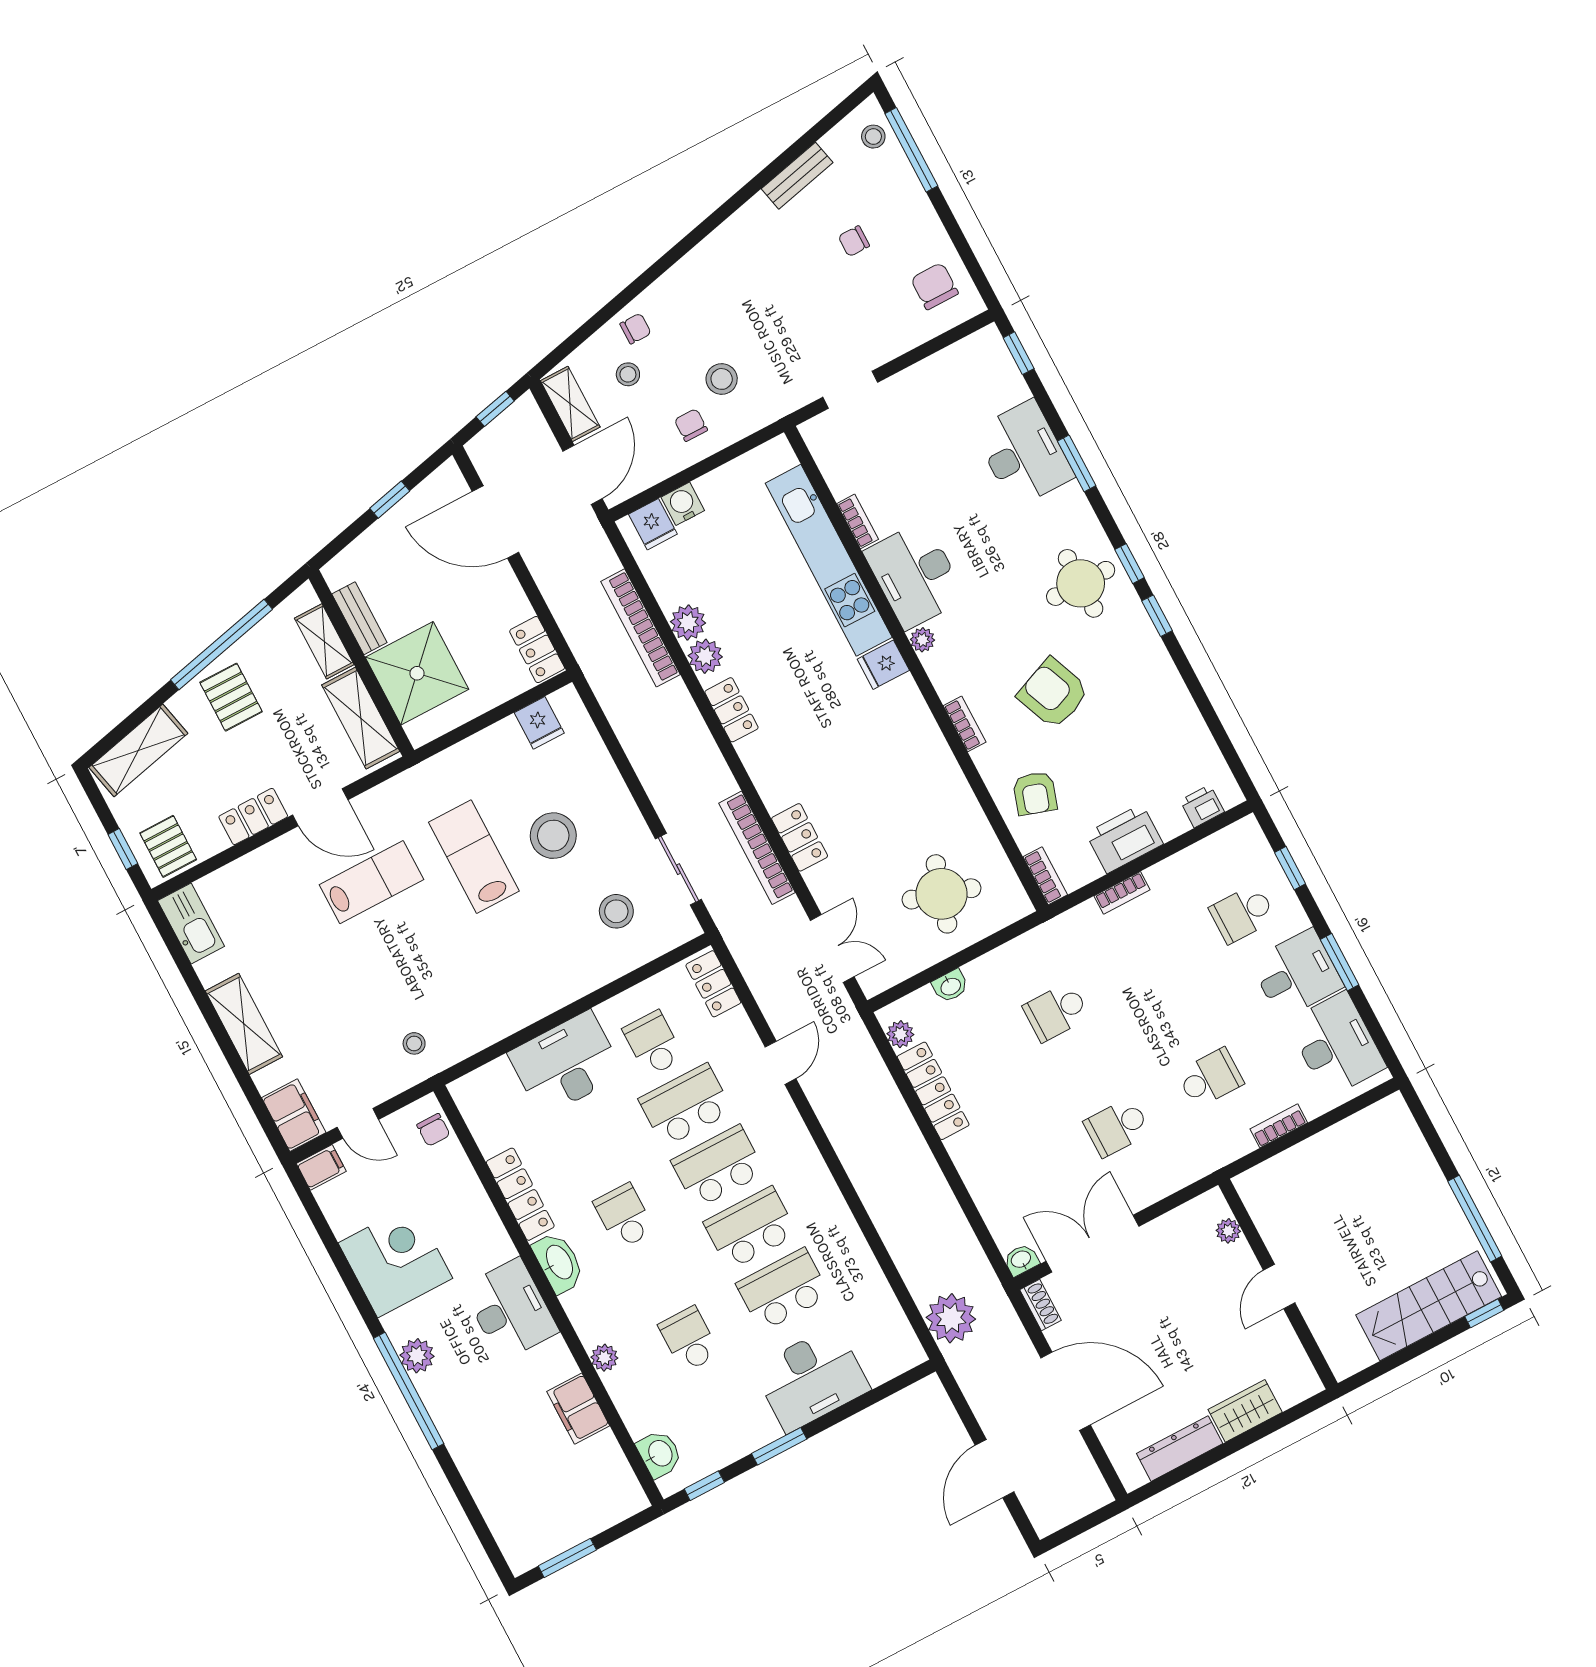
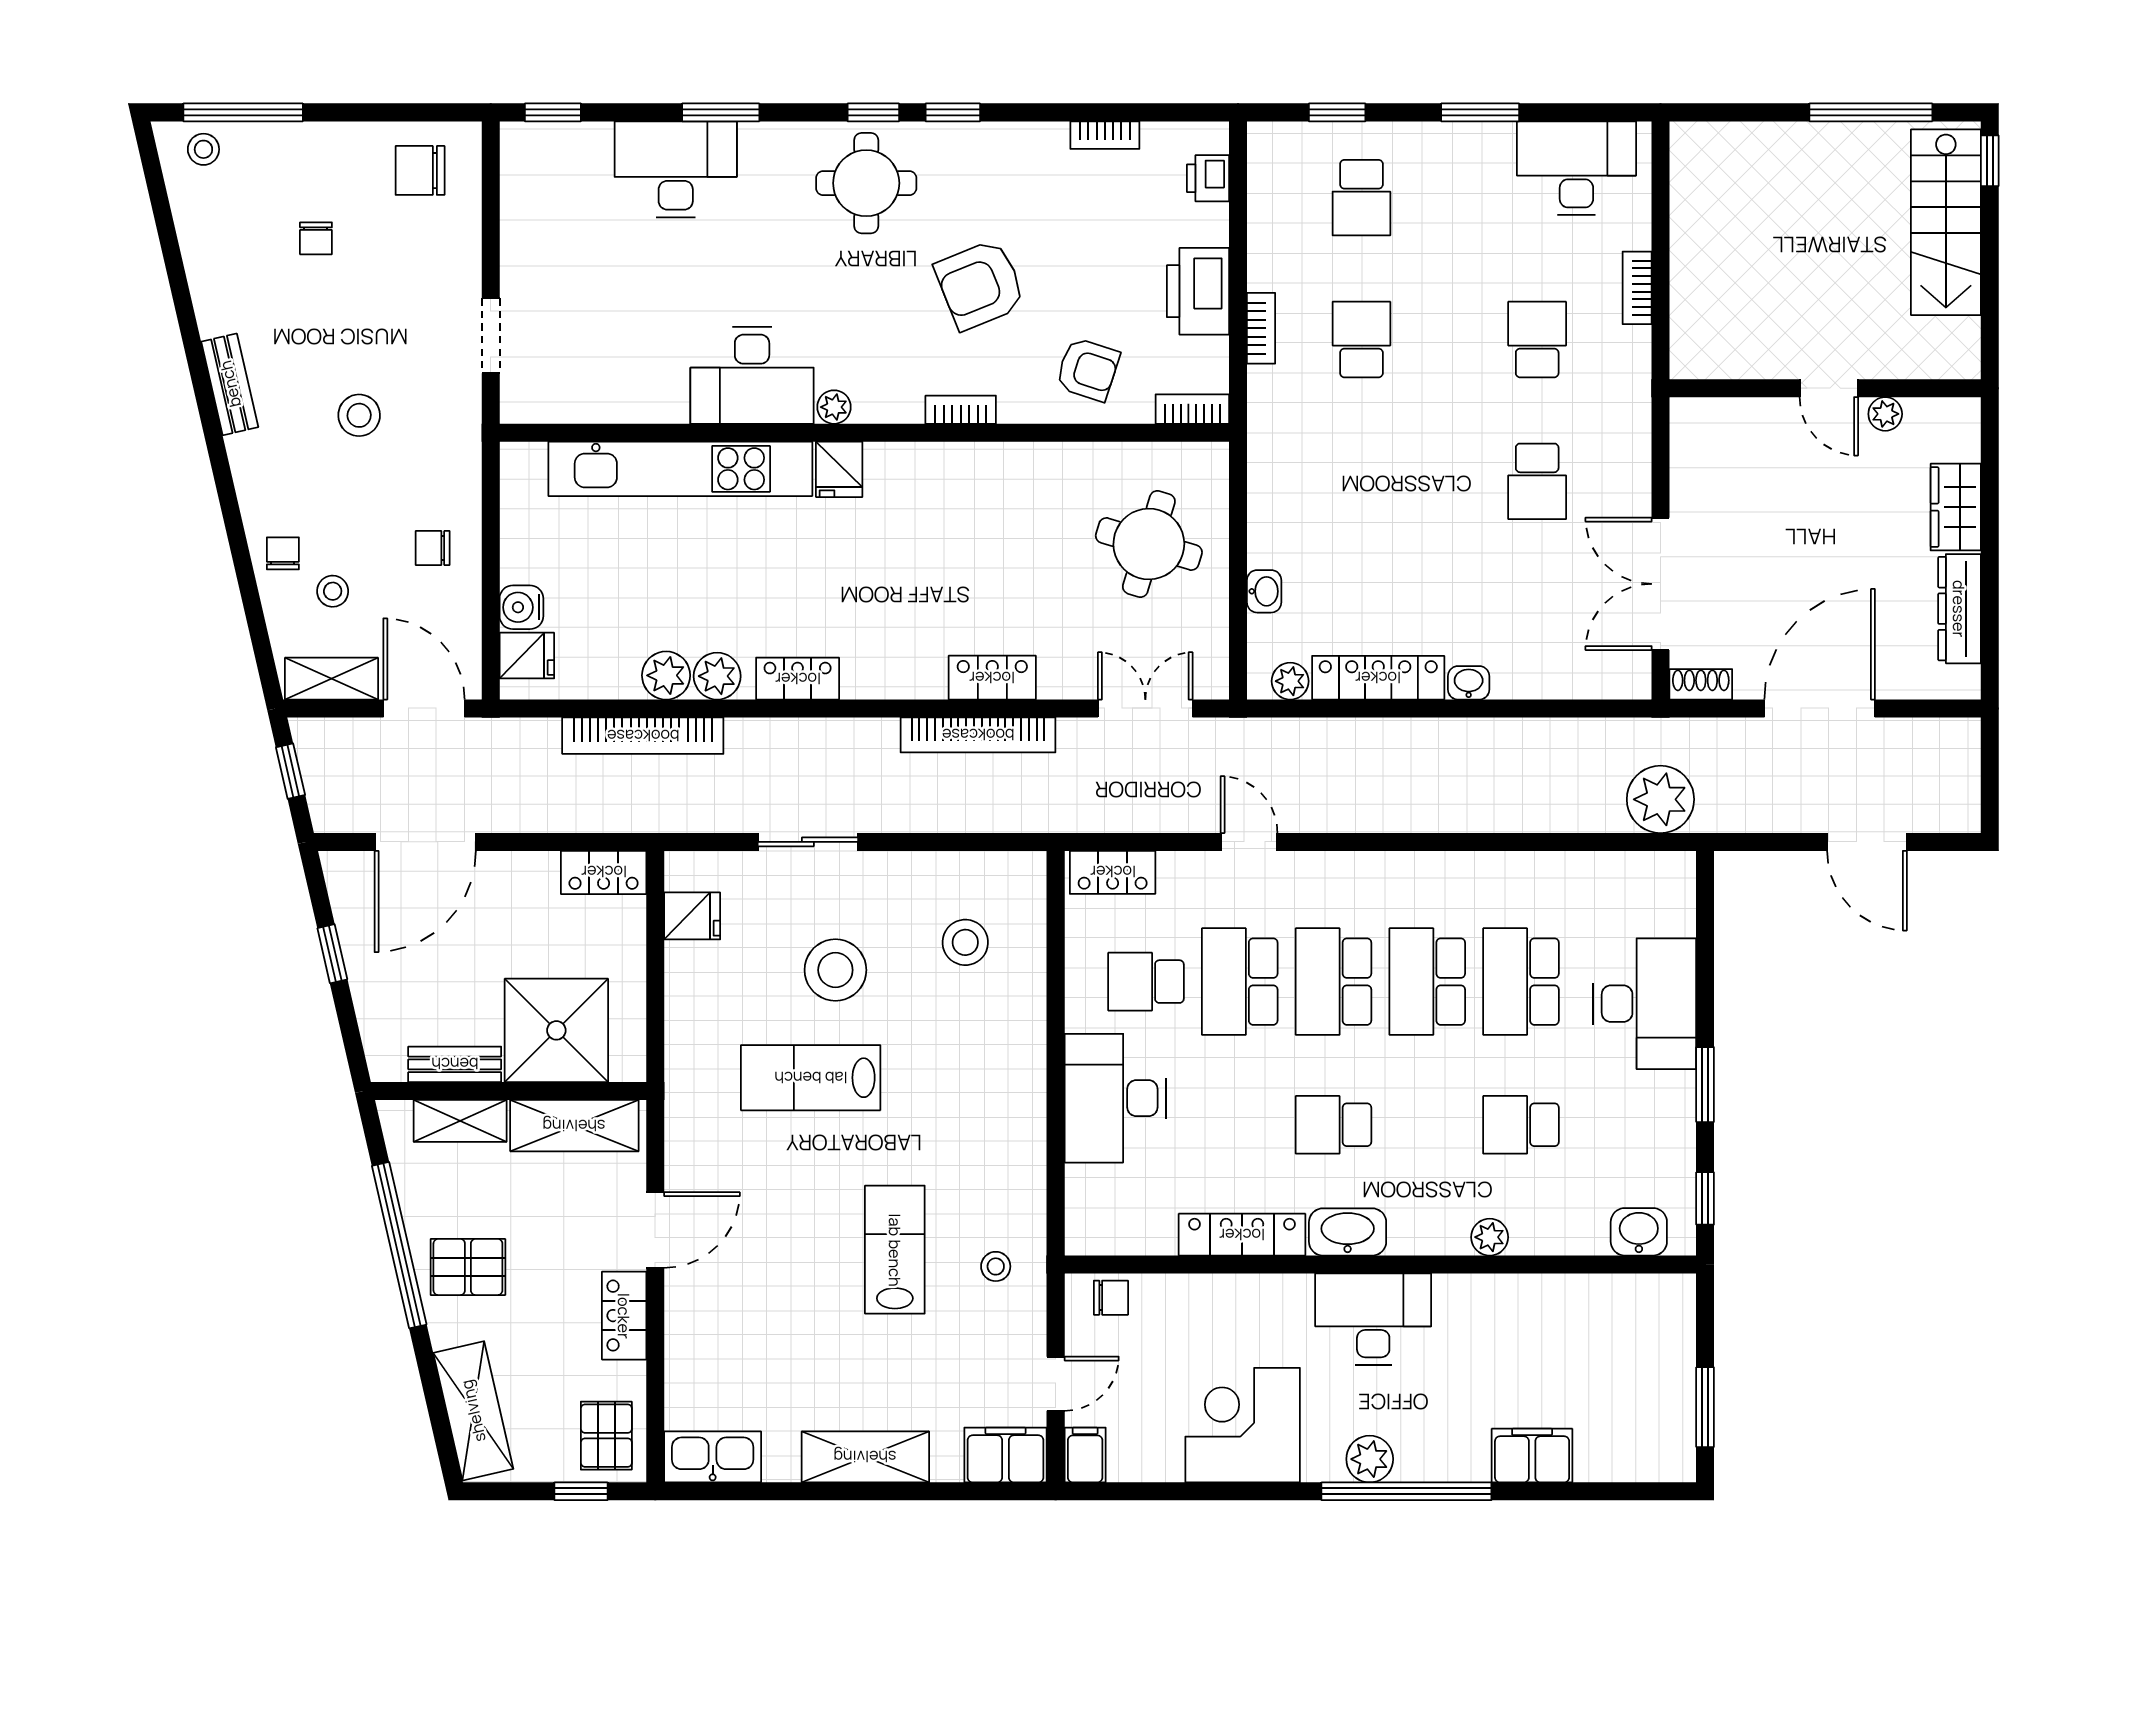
bench: (797, 176) -> (230, 384), moved
stool: (722, 379) -> (359, 415), moved
bookcase: (858, 521) -> (1105, 135), moved, turned 180
pallet: (168, 846) -> (606, 1436), turned 90
sliding door: (678, 869) -> (808, 842), moved
lab bench: (371, 882) -> (895, 1250), moved
desk: (1297, 974) -> (1467, 171), removed
school desk: (1056, 1012) -> (1361, 340), moved, turned 180
plant: (1228, 1231) -> (1885, 414), moved
washbasin: (1021, 1260) -> (1469, 683), moved, turned 90
filing cabinet: (578, 1409) -> (1532, 1456), moved, turned 180

